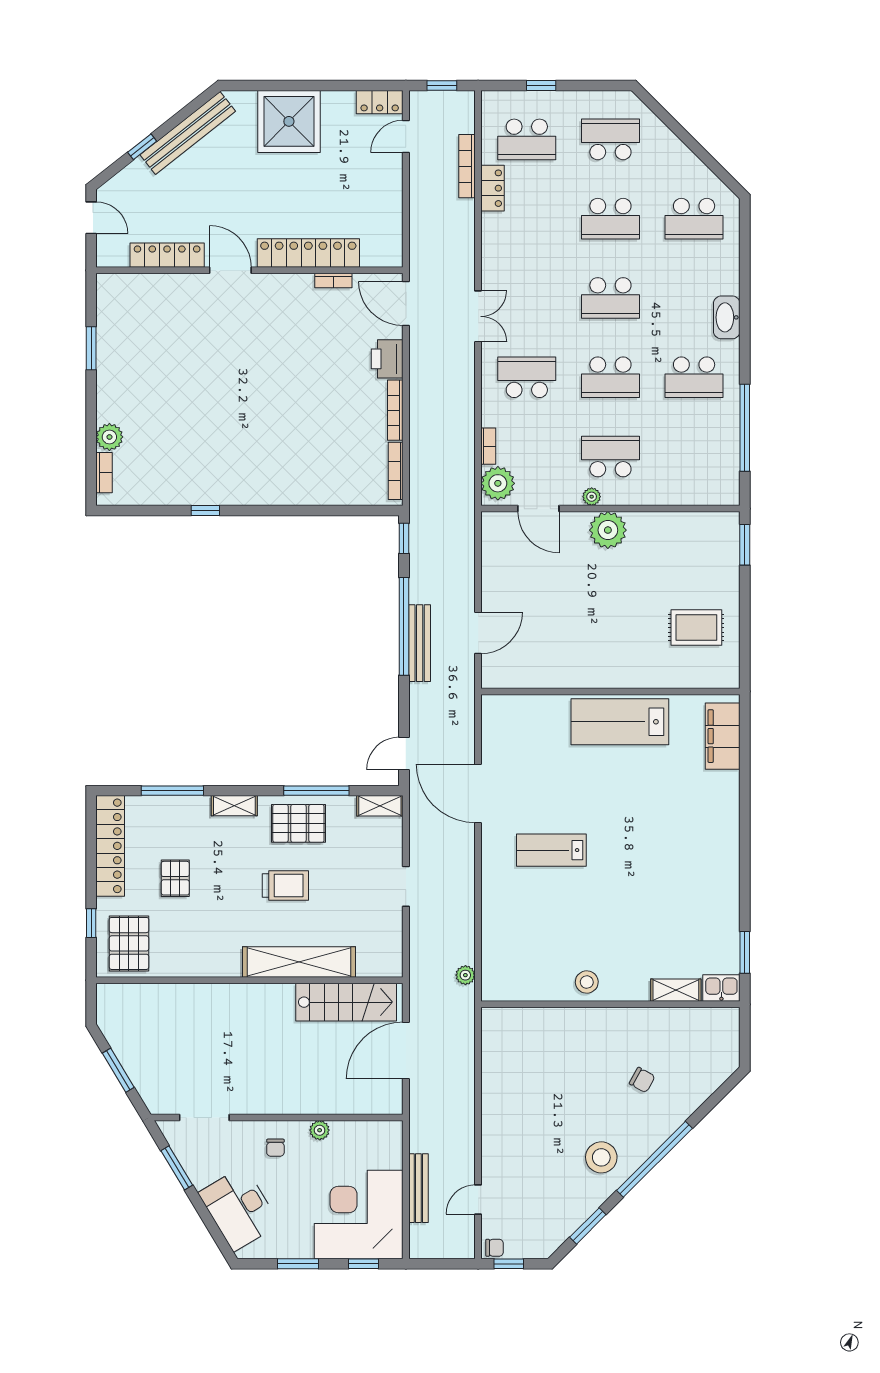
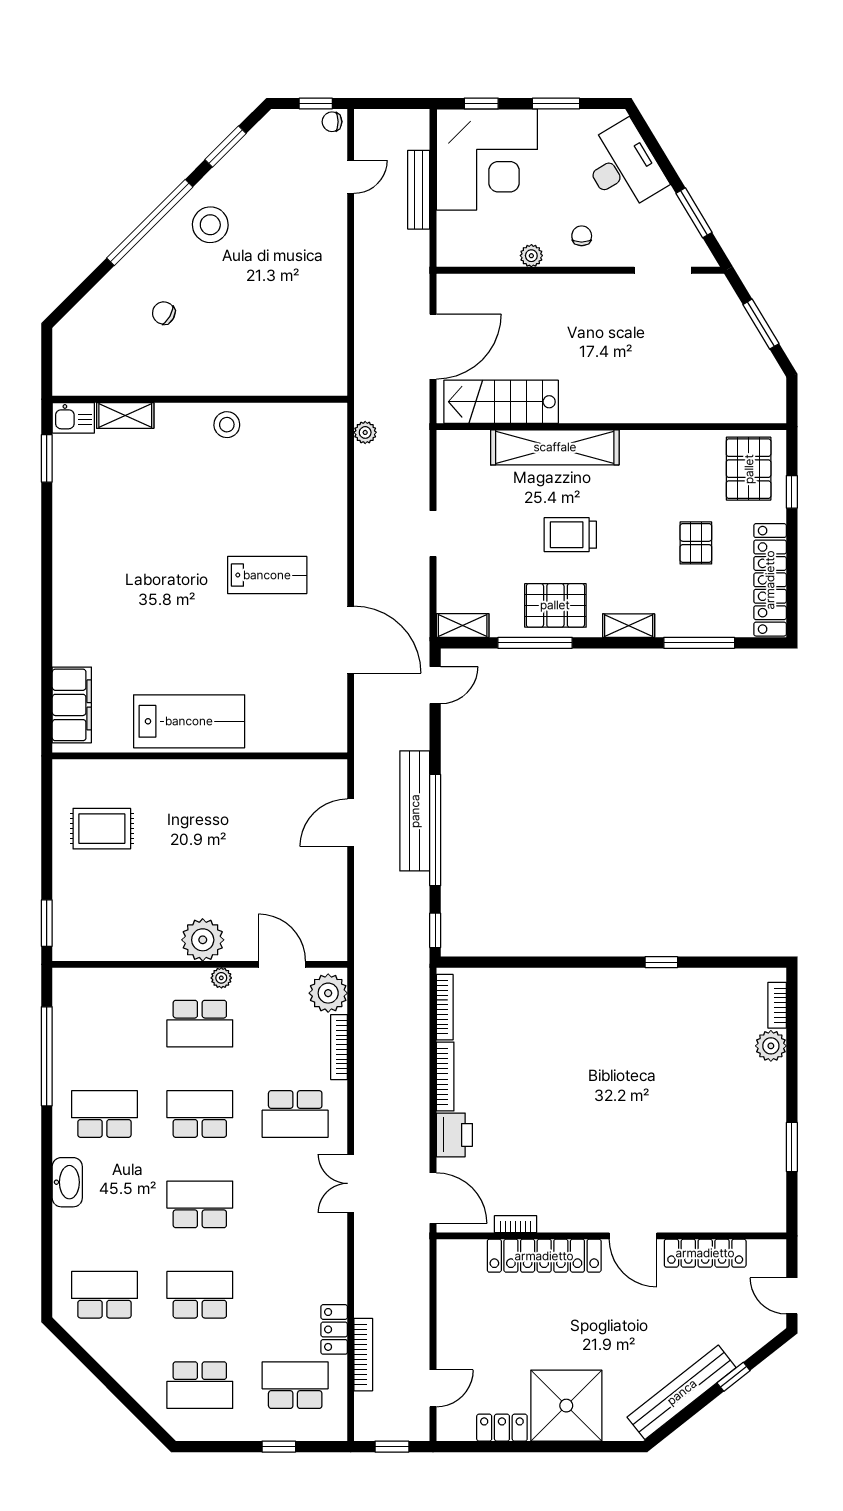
locker: (380, 102) -> (502, 1428), moved
bookcase: (488, 446) -> (339, 1047), width x1.56
bench: (420, 643) -> (415, 811), width x1.37, depth x1.21

